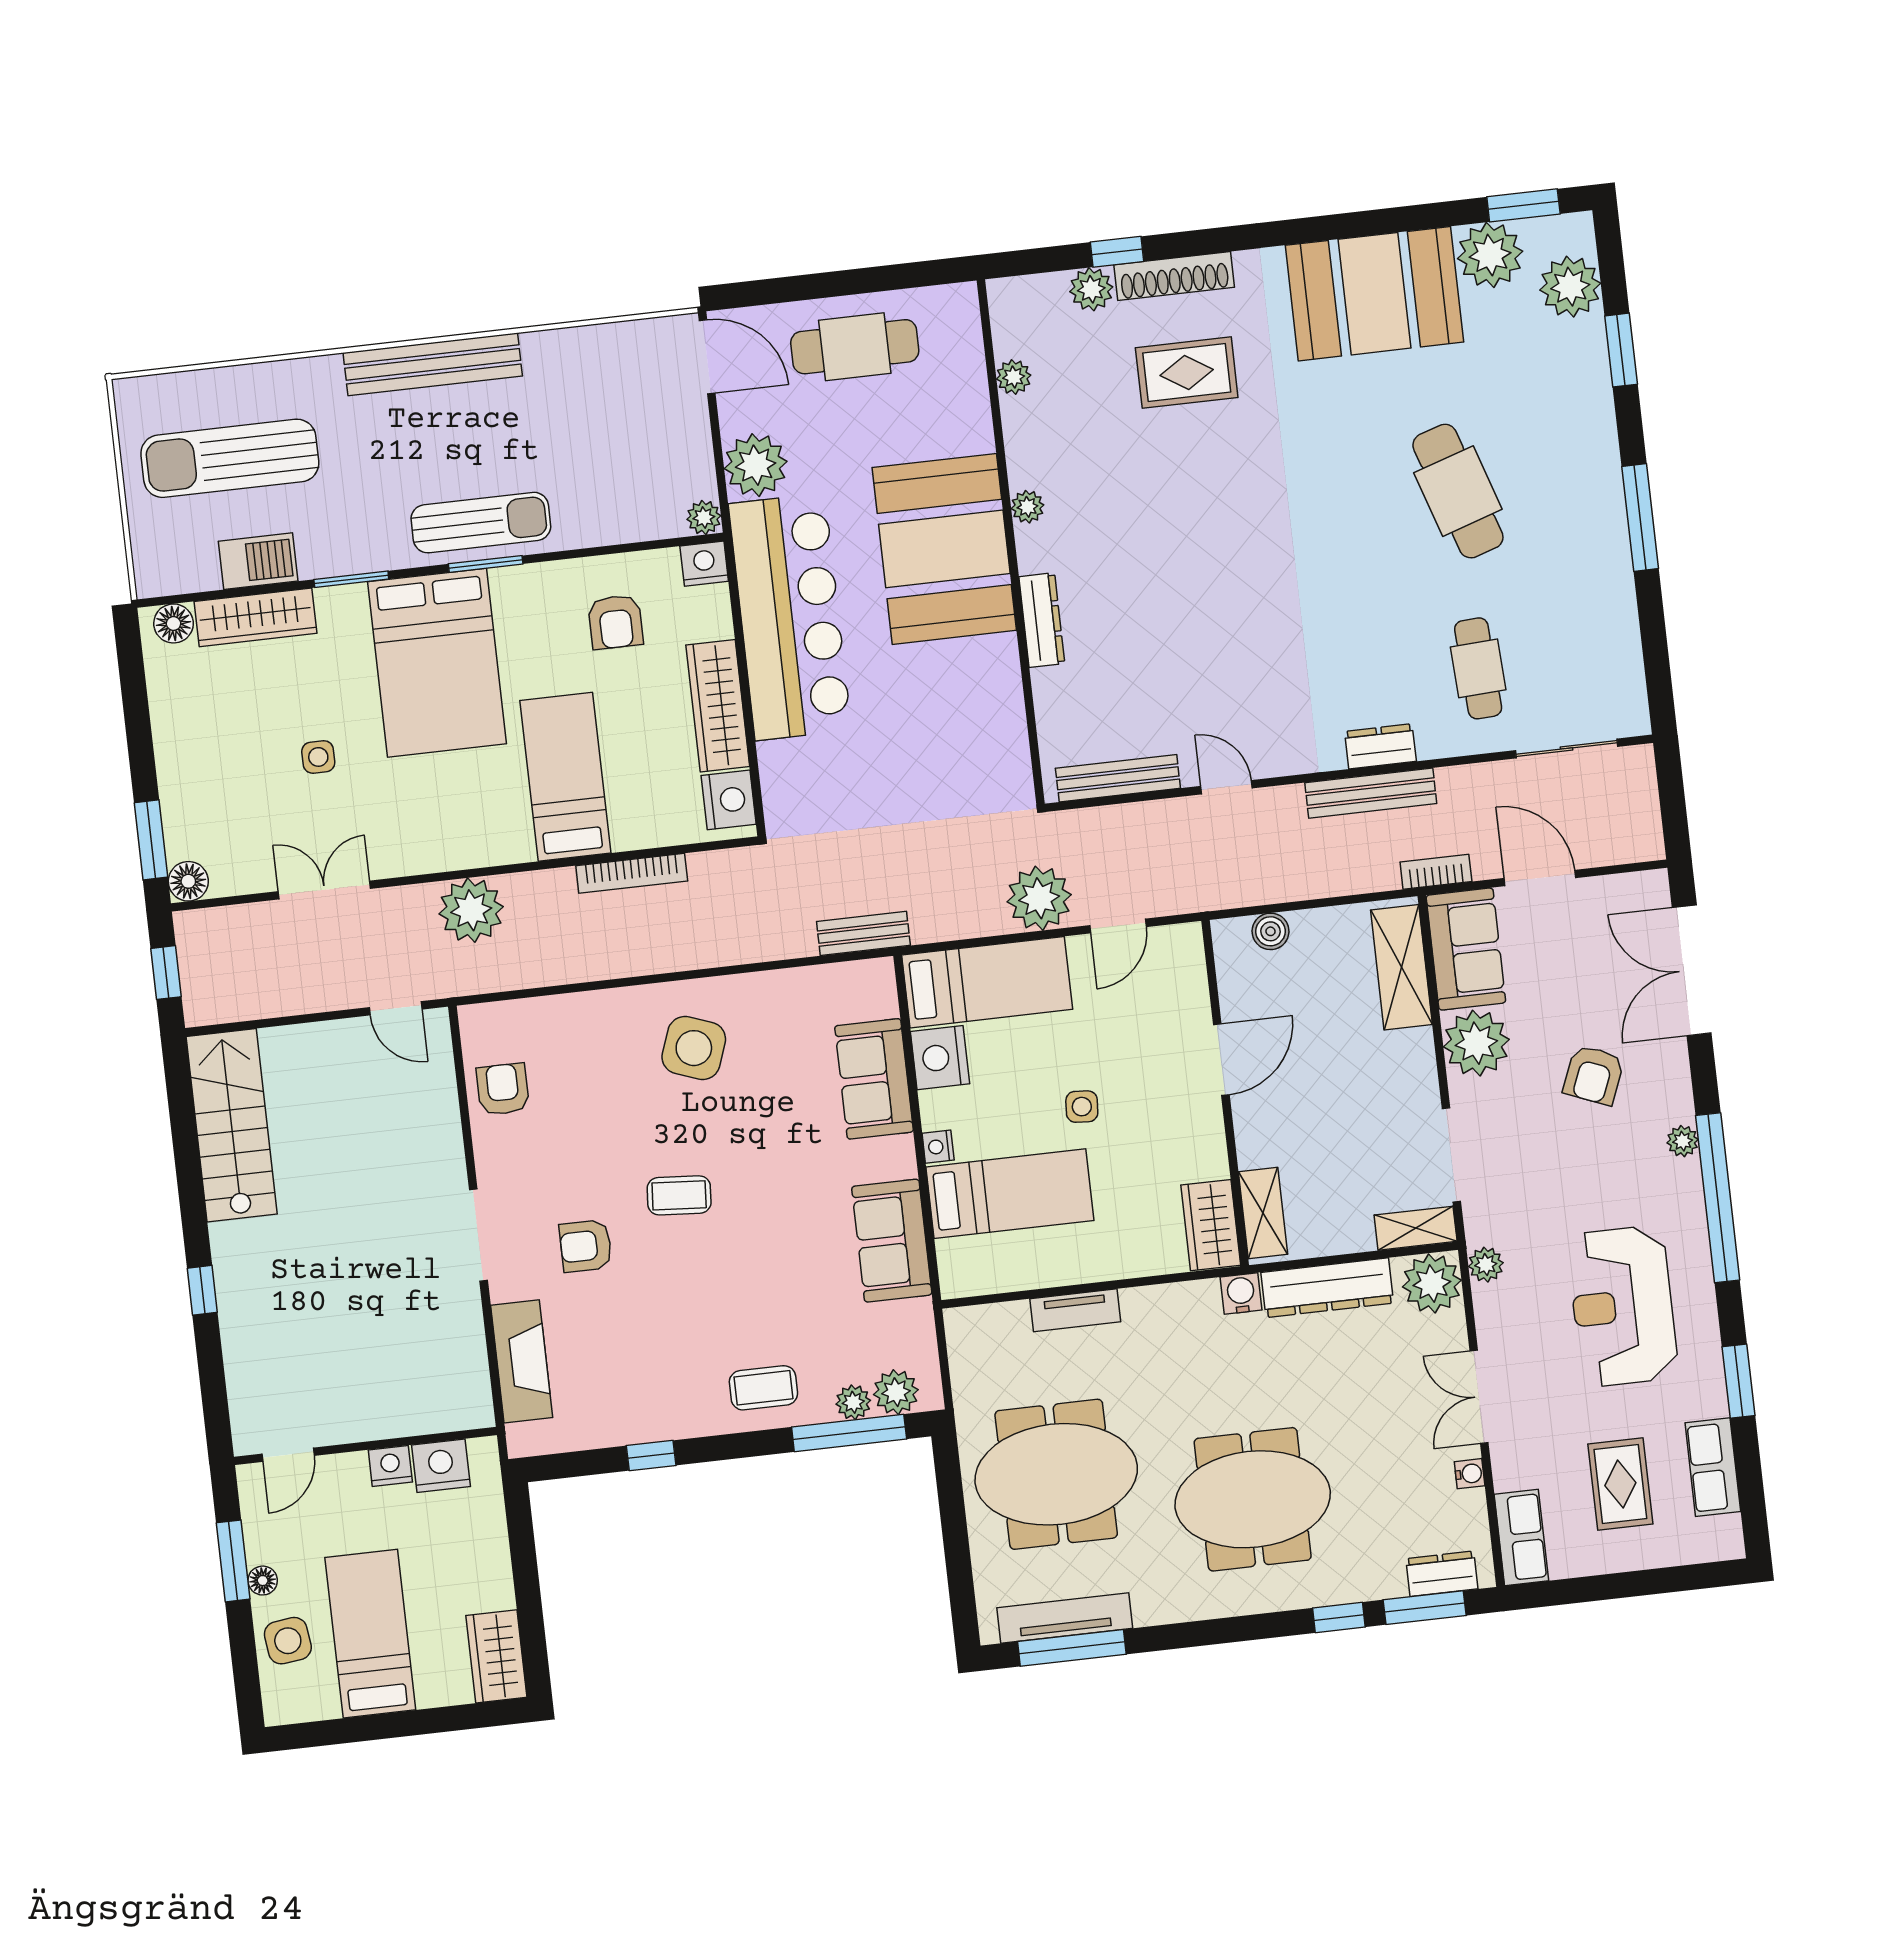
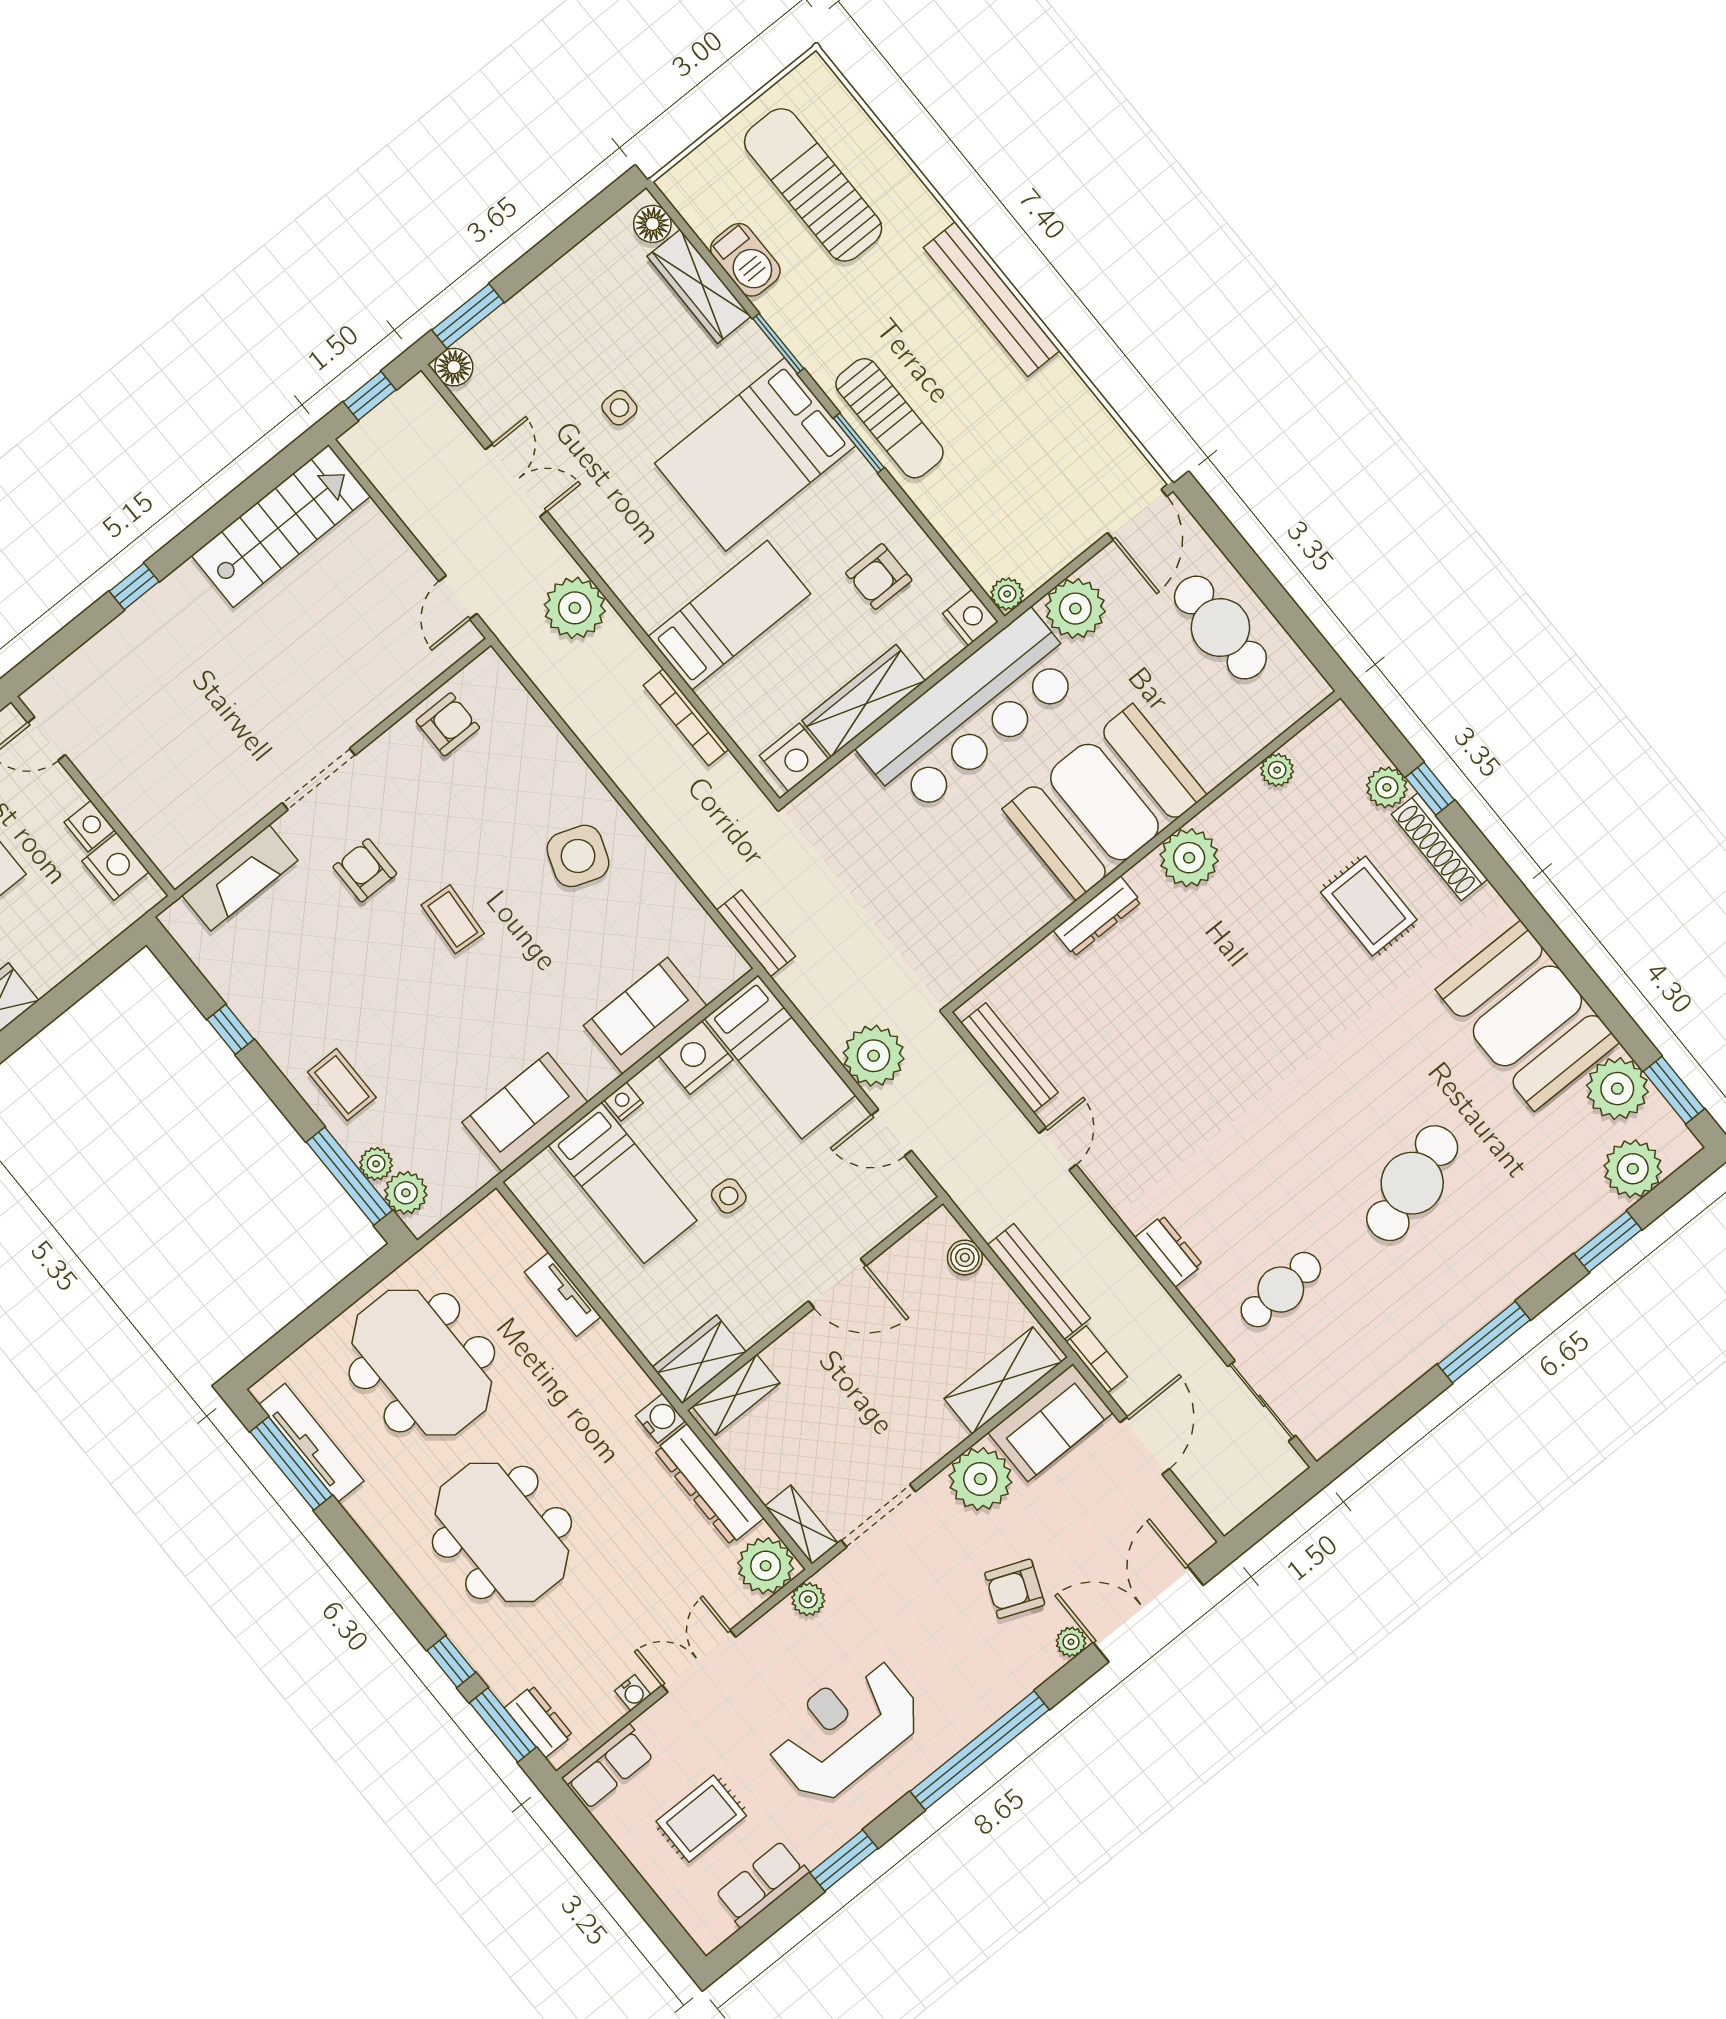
plant: (1027, 507) -> (1189, 858), width x1.88, depth x1.88
bench: (1371, 793) -> (1039, 1282), moved
plant: (1683, 1141) -> (1071, 1642), moved

